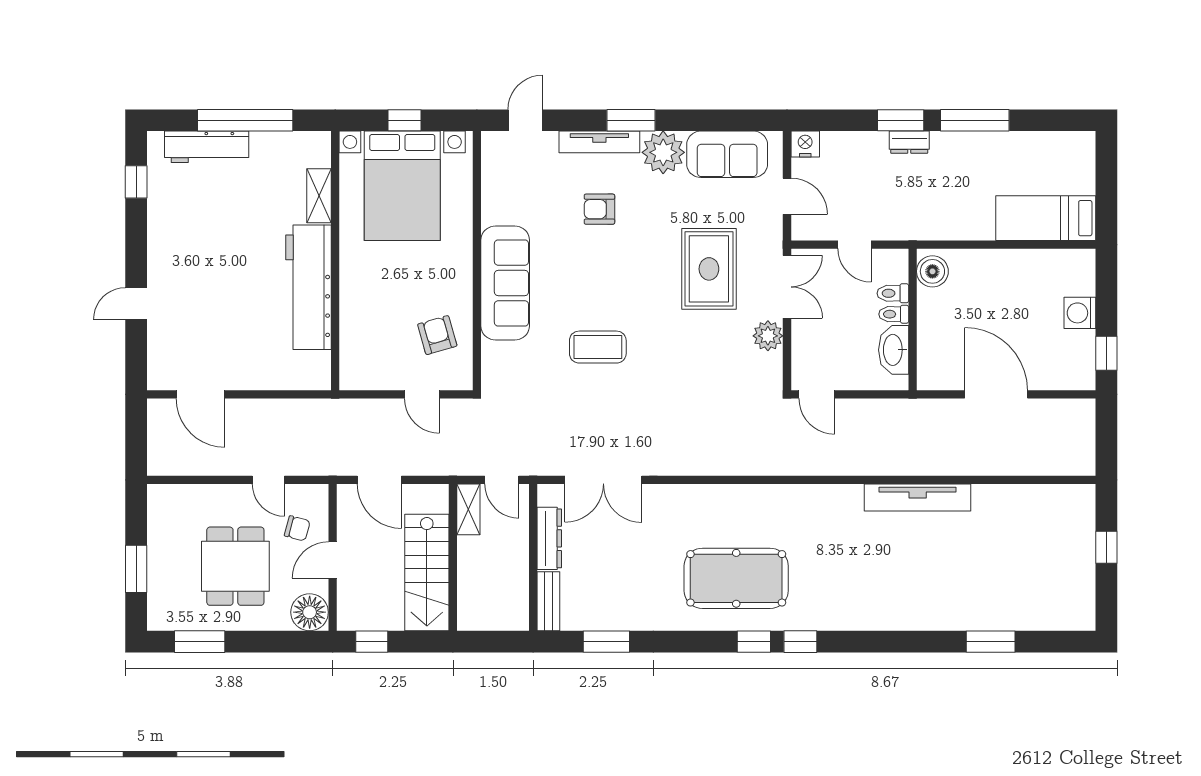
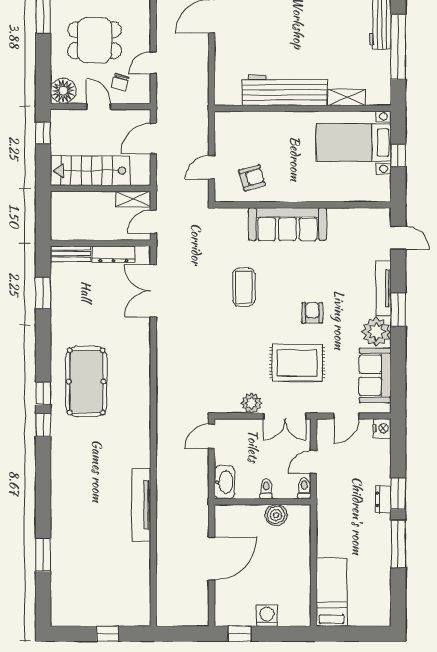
bed with nightstands: (402, 186) -> (354, 143), width x0.73
armchair: (599, 209) -> (312, 313), moved
boiler: (932, 271) -> (276, 515), moved
toilet: (893, 293) -> (304, 488), moved
washbasin: (894, 350) -> (224, 482), moved, turned 90

